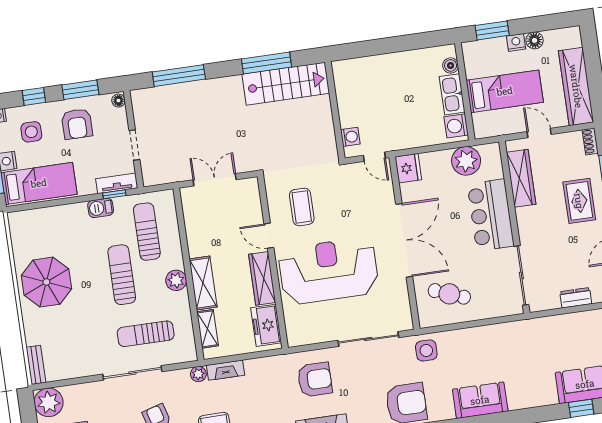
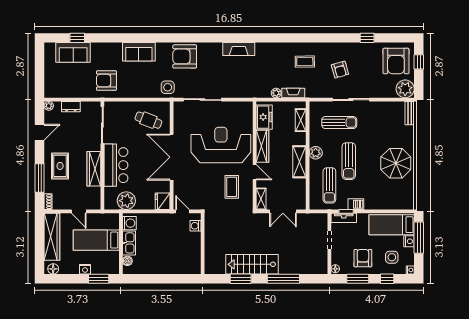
floor lamp: (535, 40) -> (53, 269), moved
window: (266, 63) -> (241, 279), width x0.69
window: (179, 76) -> (283, 279), moved
stairs: (286, 84) -> (252, 264), moved
wardrobe: (521, 178) -> (94, 169), moved
shelving: (252, 195) -> (261, 199), added
reception desk: (329, 271) -> (221, 145), turned 180
shelving: (203, 283) -> (299, 162), moved
plant: (198, 374) -> (276, 93), moved
armchair: (315, 380) -> (106, 81), moved

